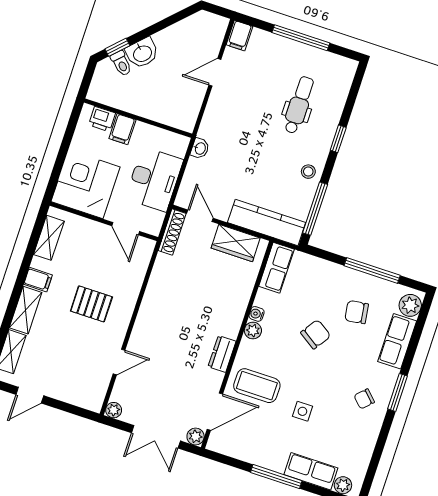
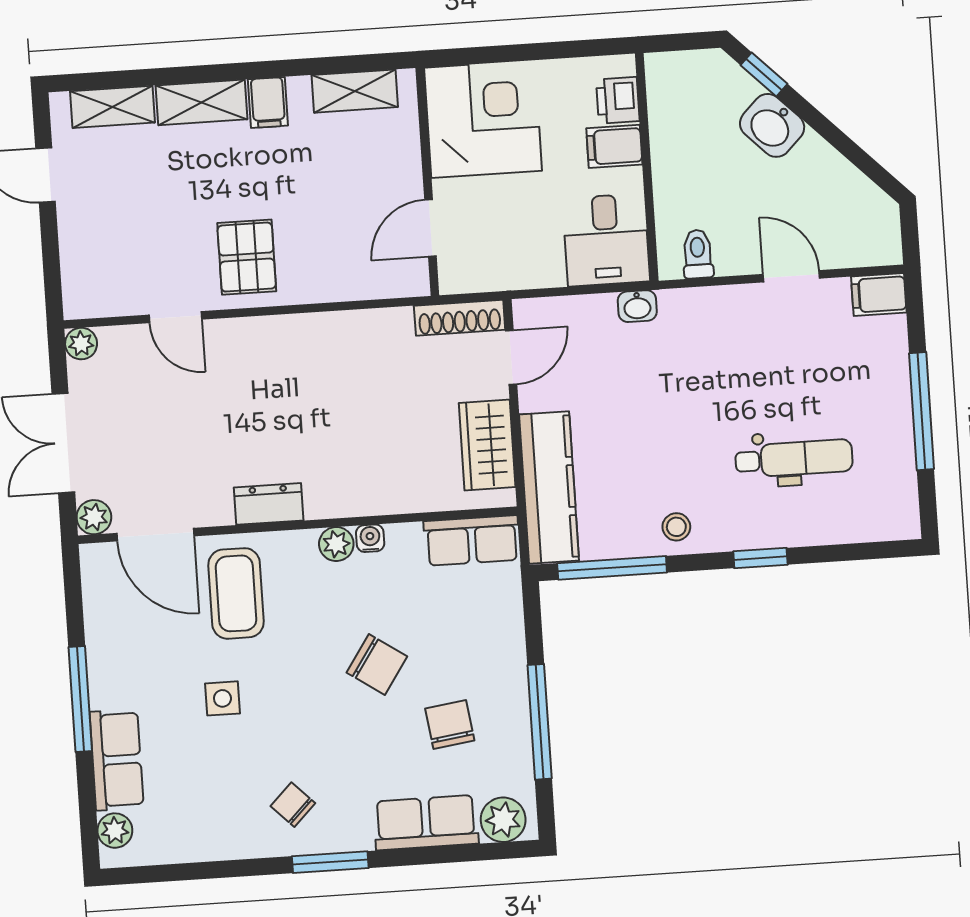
toilet: (121, 63) -> (698, 254), moved, turned 135
desk: (154, 179) -> (606, 240), moved, width x0.73
pallet: (91, 304) -> (247, 257), moved

